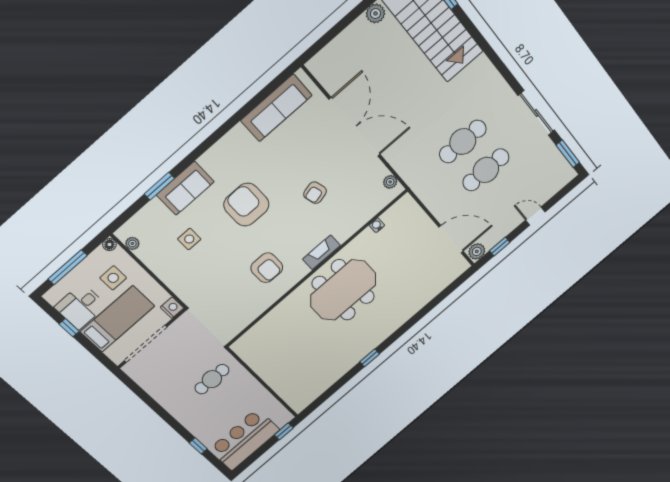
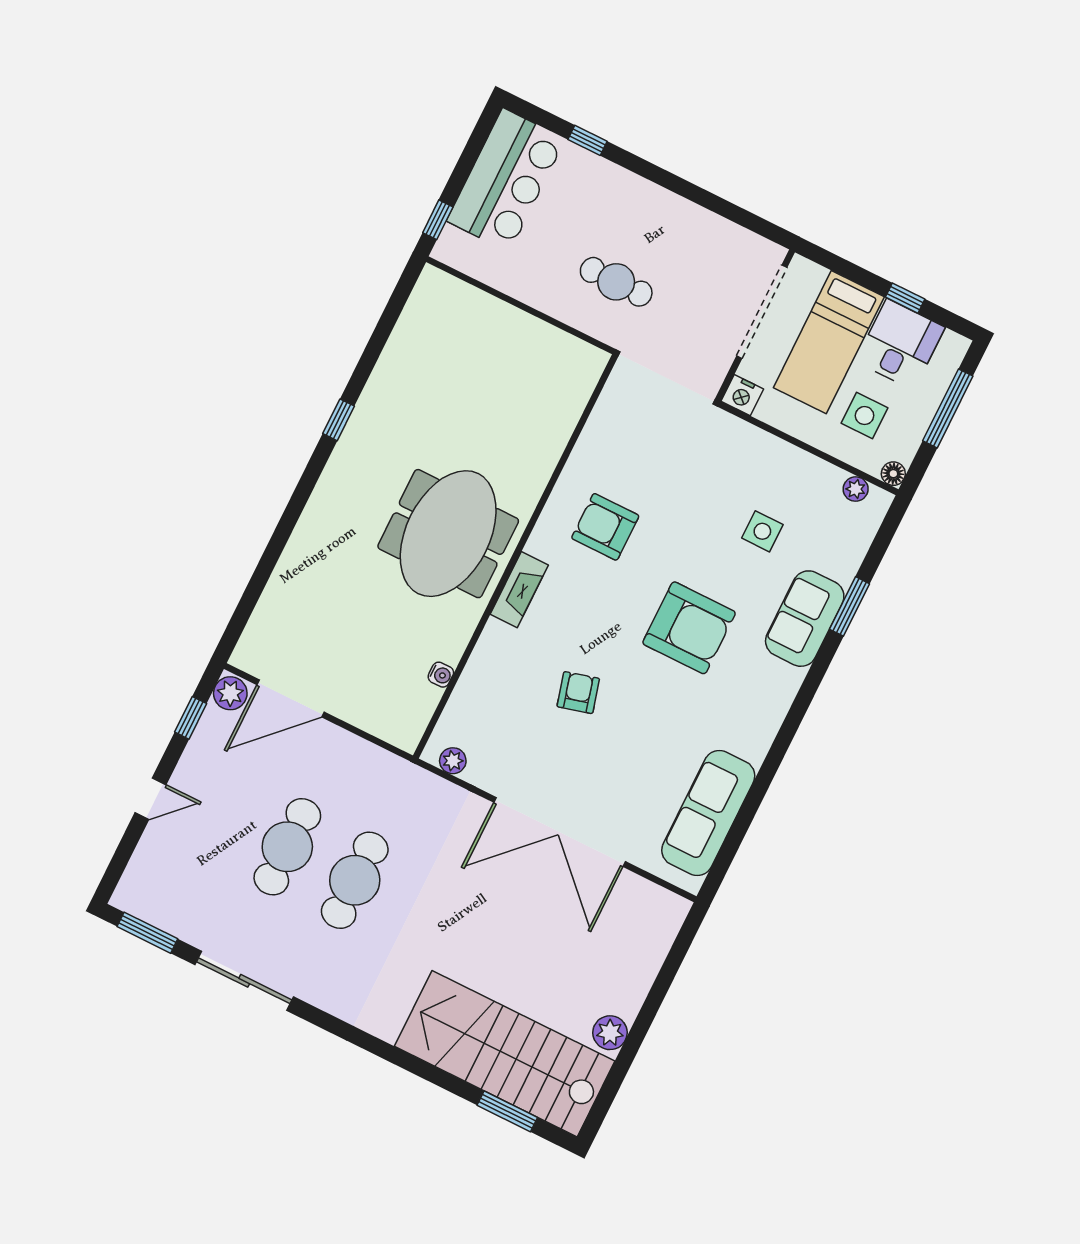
cafe table: (212, 379) -> (616, 282), turned 90

